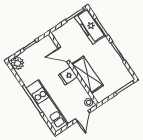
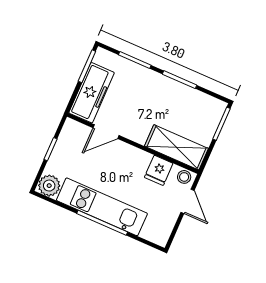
freezer: (90, 26) -> (92, 93), moved, turned -90
shelving: (87, 75) -> (176, 147), moved
fridge: (68, 76) -> (159, 170), moved
kitchen unit: (47, 106) -> (102, 207), moved

